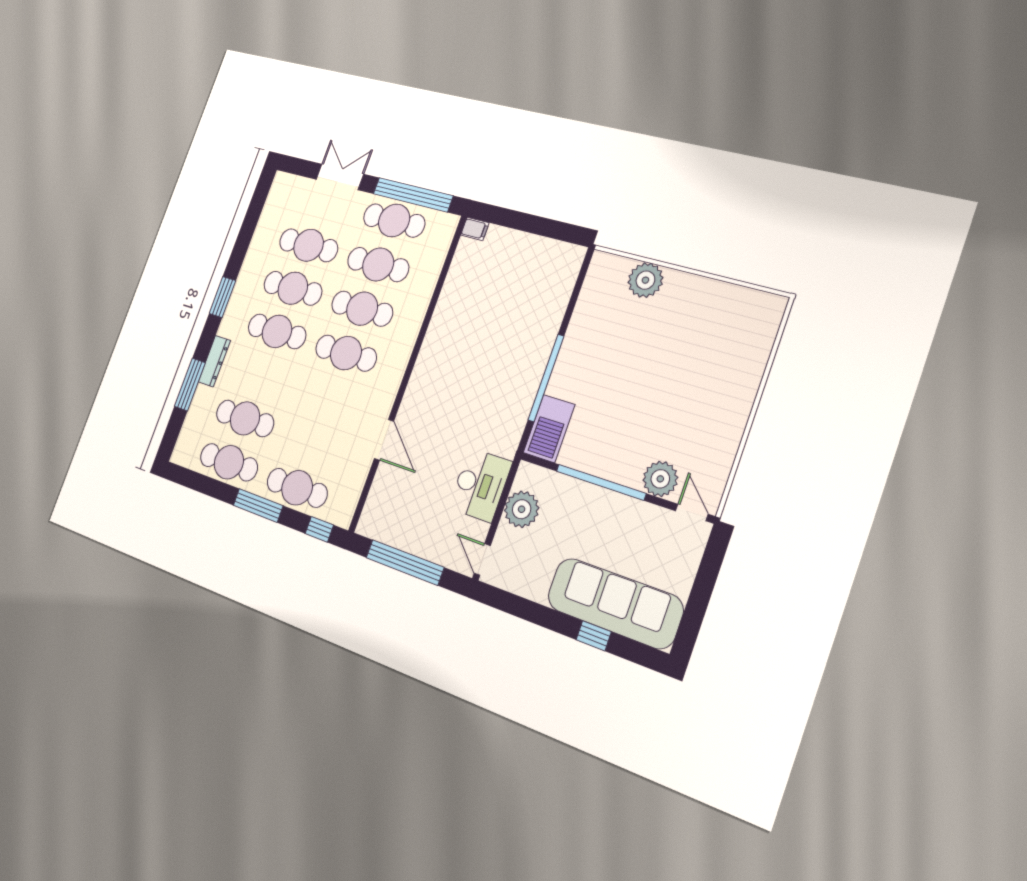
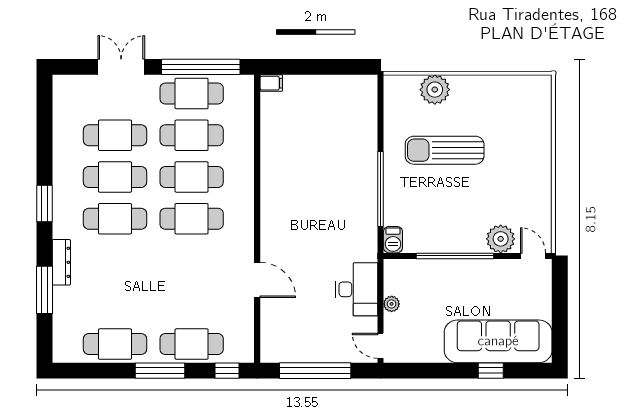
sun lounger: (632, 354) -> (445, 150), added
cafe table: (245, 418) -> (115, 302), removed
barbecue: (549, 429) -> (393, 240), width x0.53, depth x0.65
plant: (522, 509) -> (392, 304), width x0.53, depth x0.53

